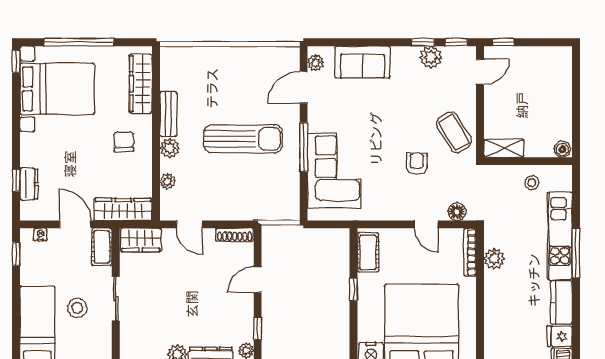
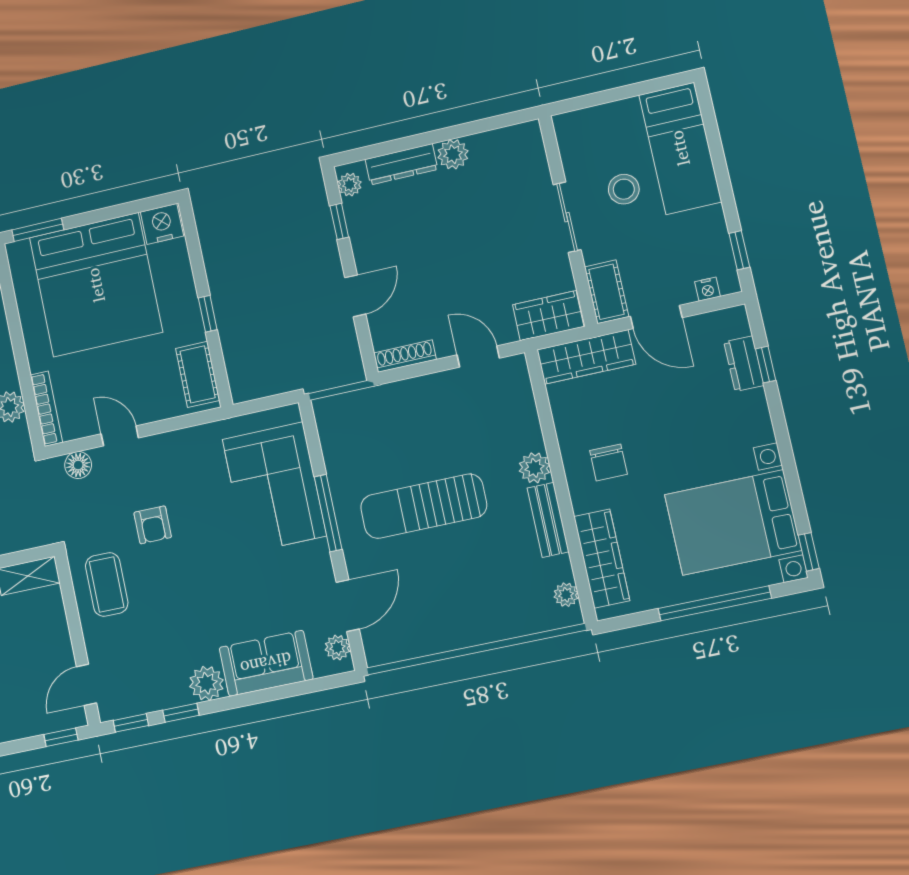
plant: (431, 57) -> (206, 683), moved
coffee table: (454, 132) -> (107, 584), turned 31
plant: (167, 181) -> (566, 595), moved

